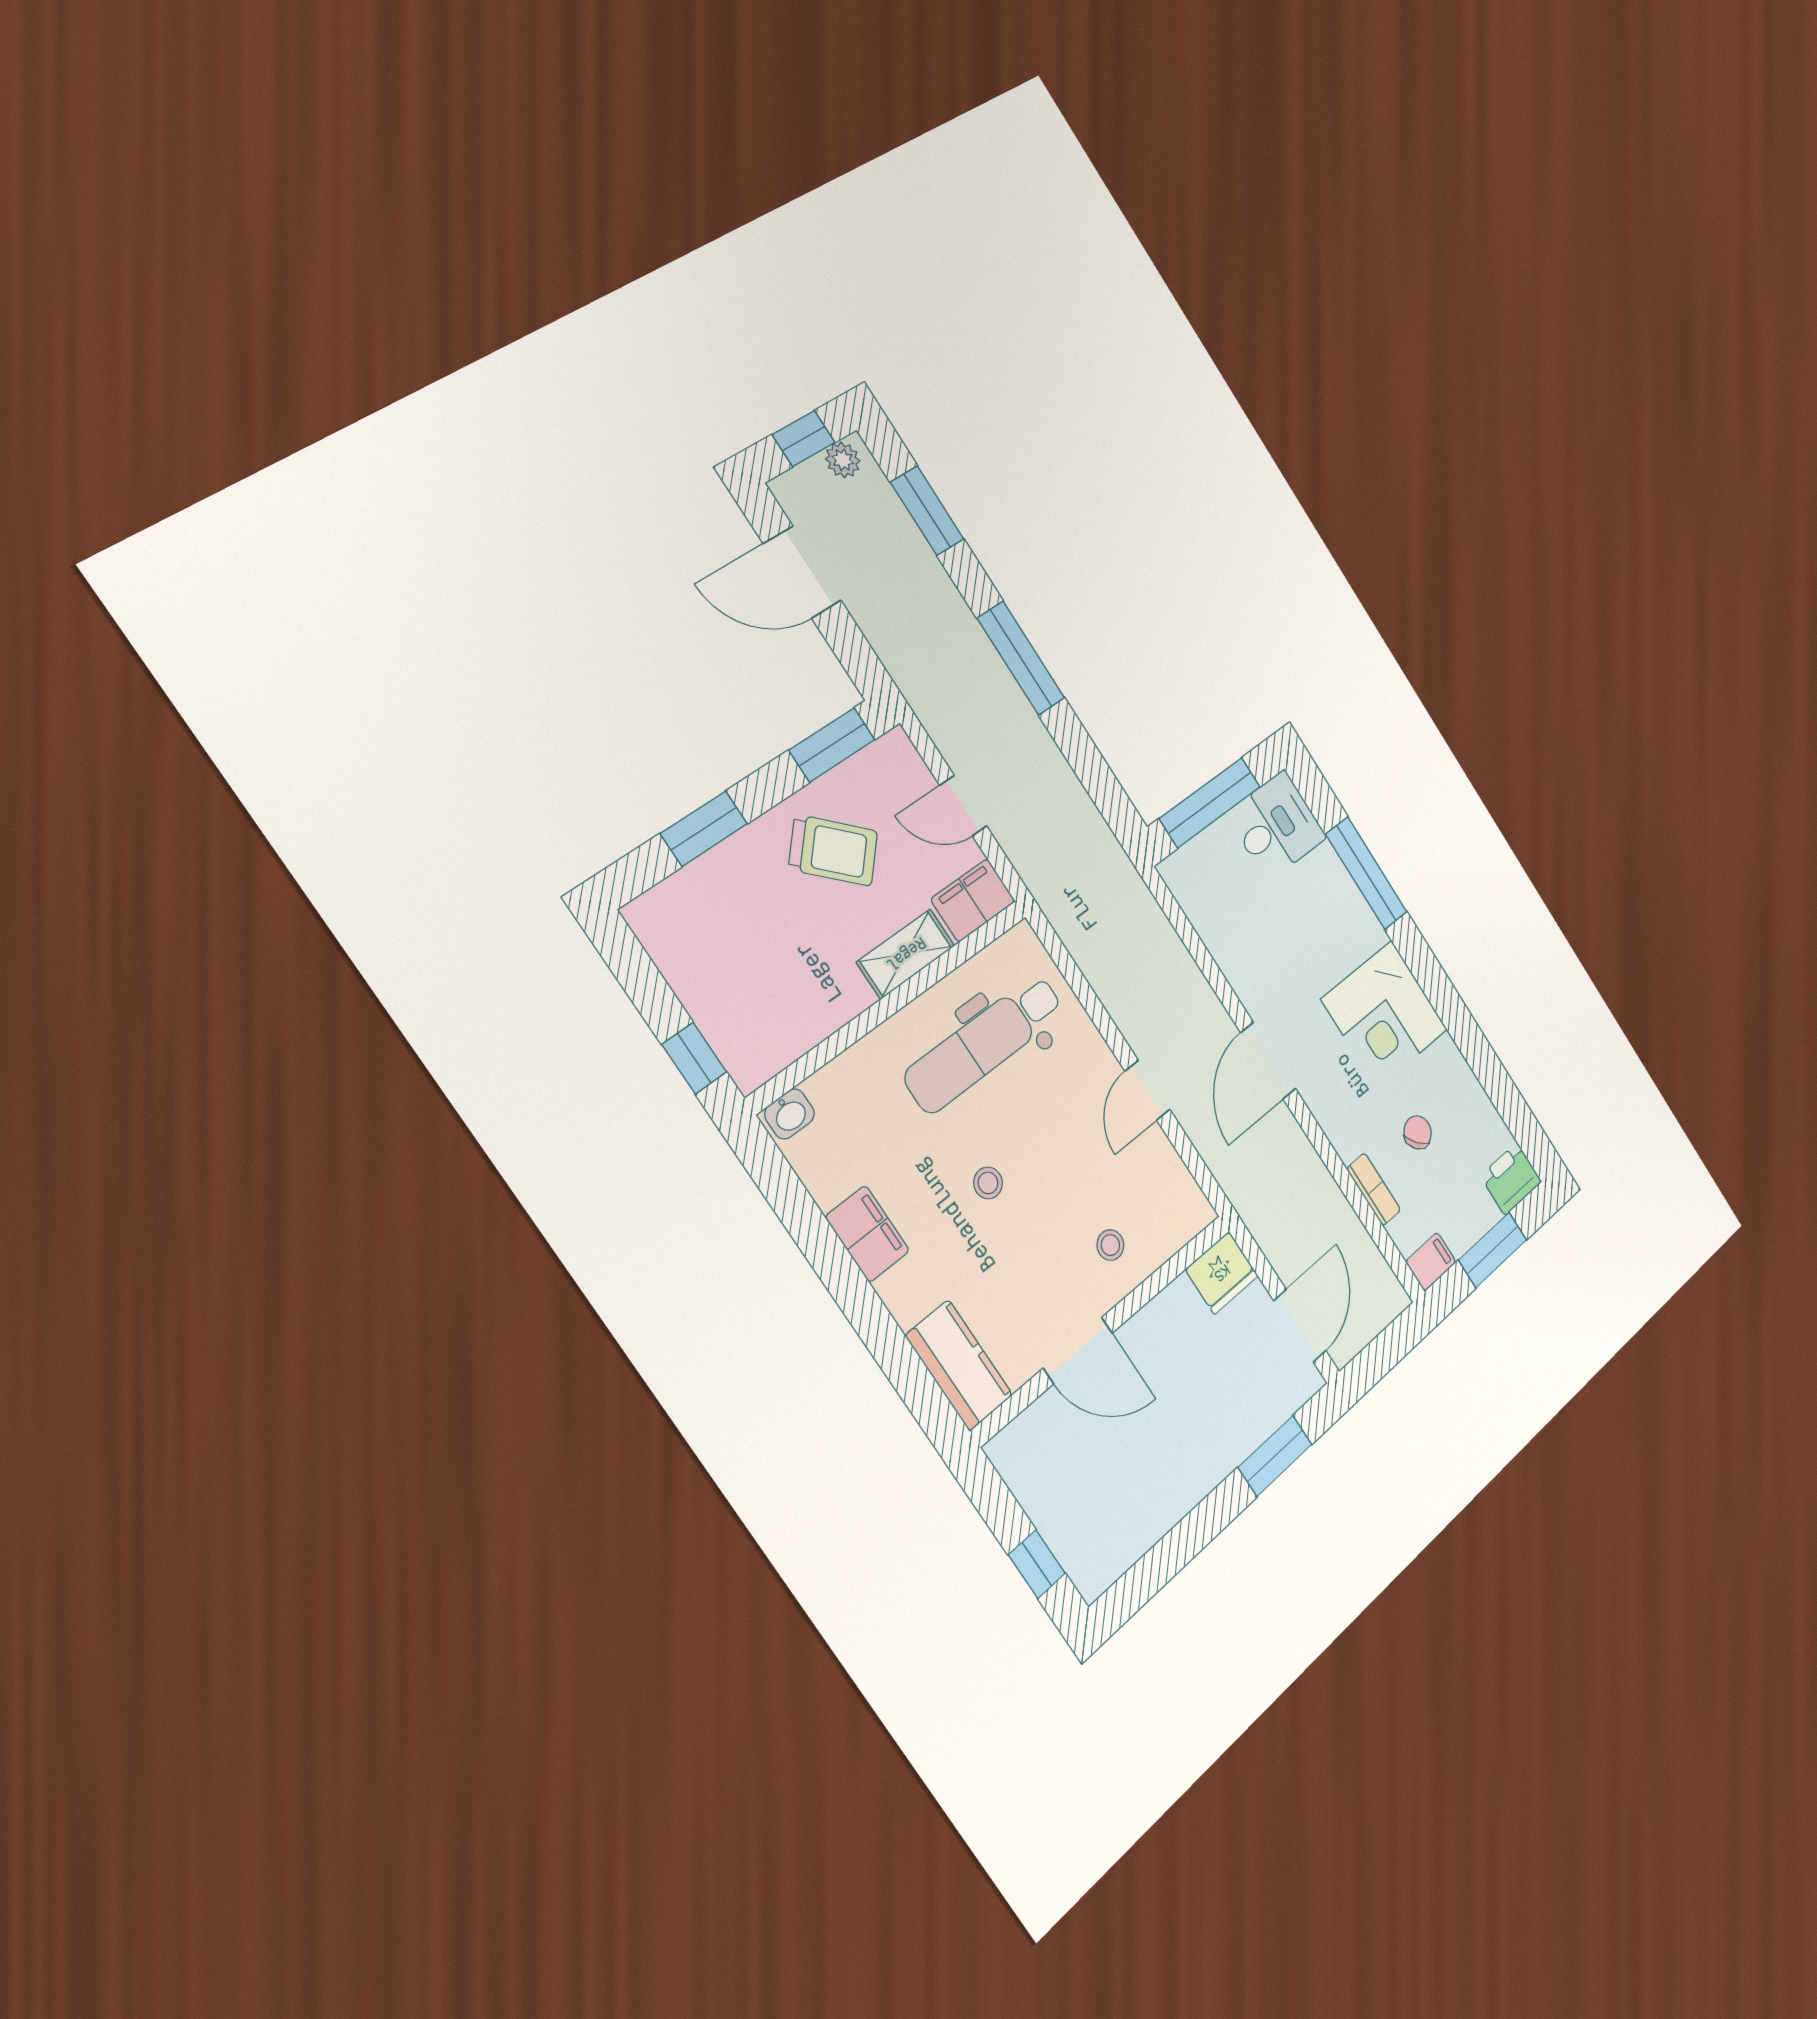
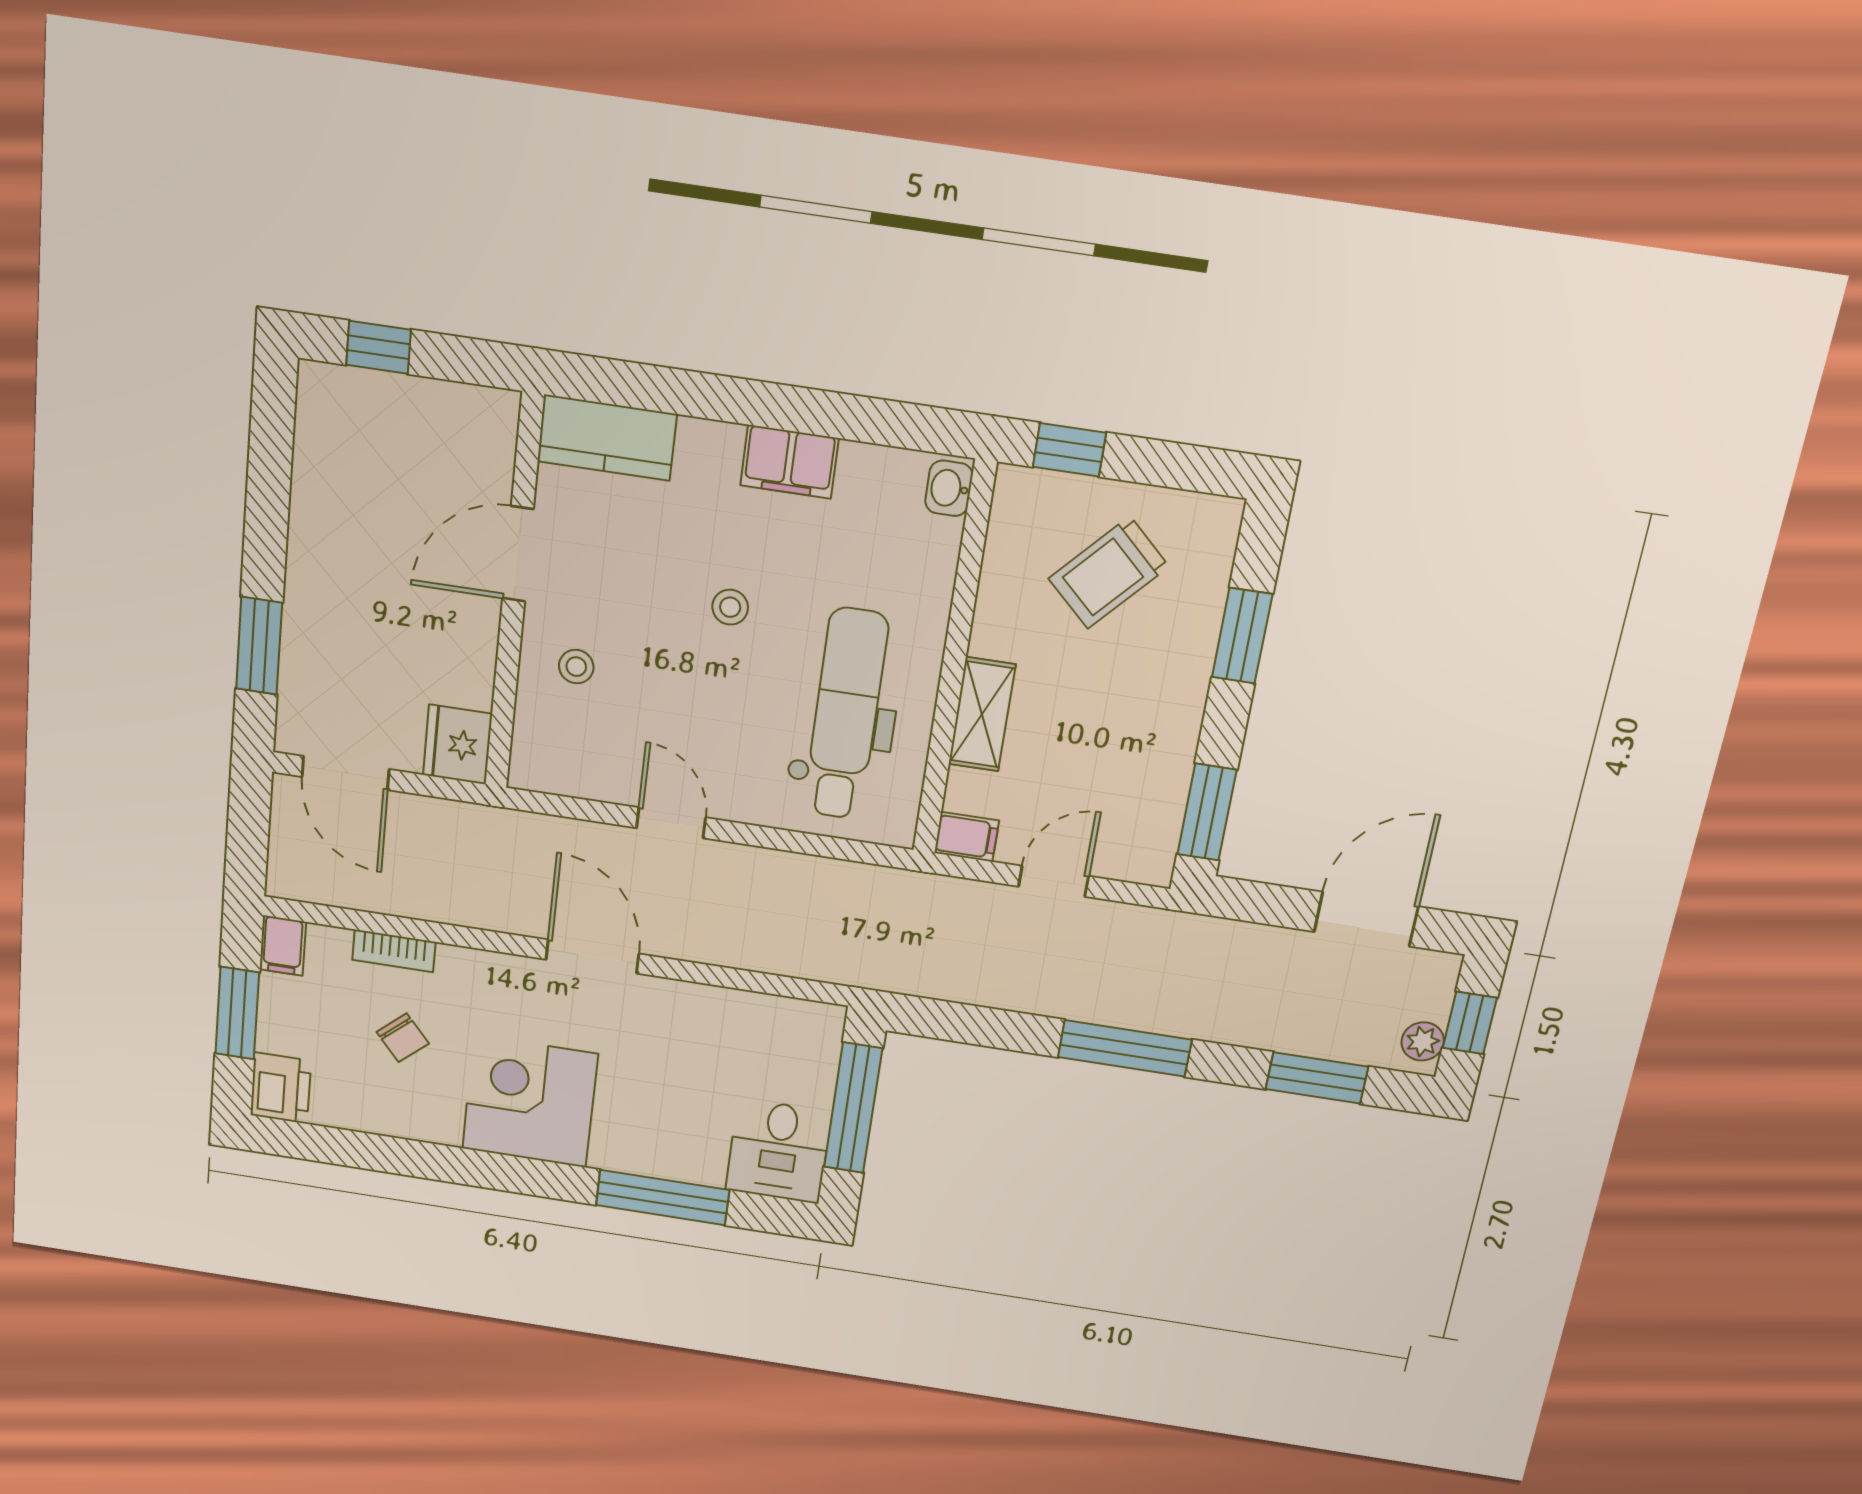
trolley: (833, 850) -> (1109, 573), moved
filing cabinet: (973, 900) -> (967, 837), width x0.50

